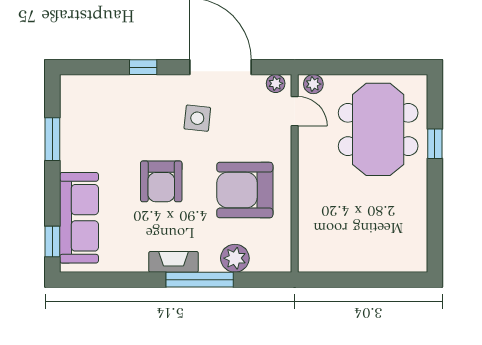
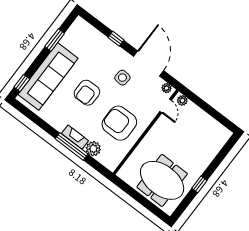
meeting table: (378, 129) -> (162, 180), moved, turned 90
window: (435, 144) -> (199, 184), moved
sofa: (79, 218) -> (48, 76), width x1.36, depth x1.27
fireplace: (173, 262) -> (75, 137), moved

